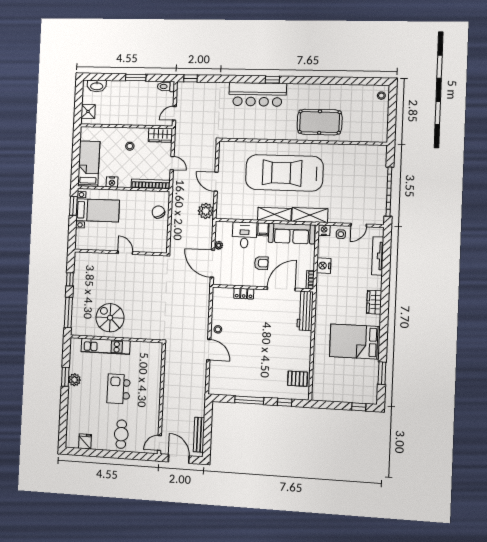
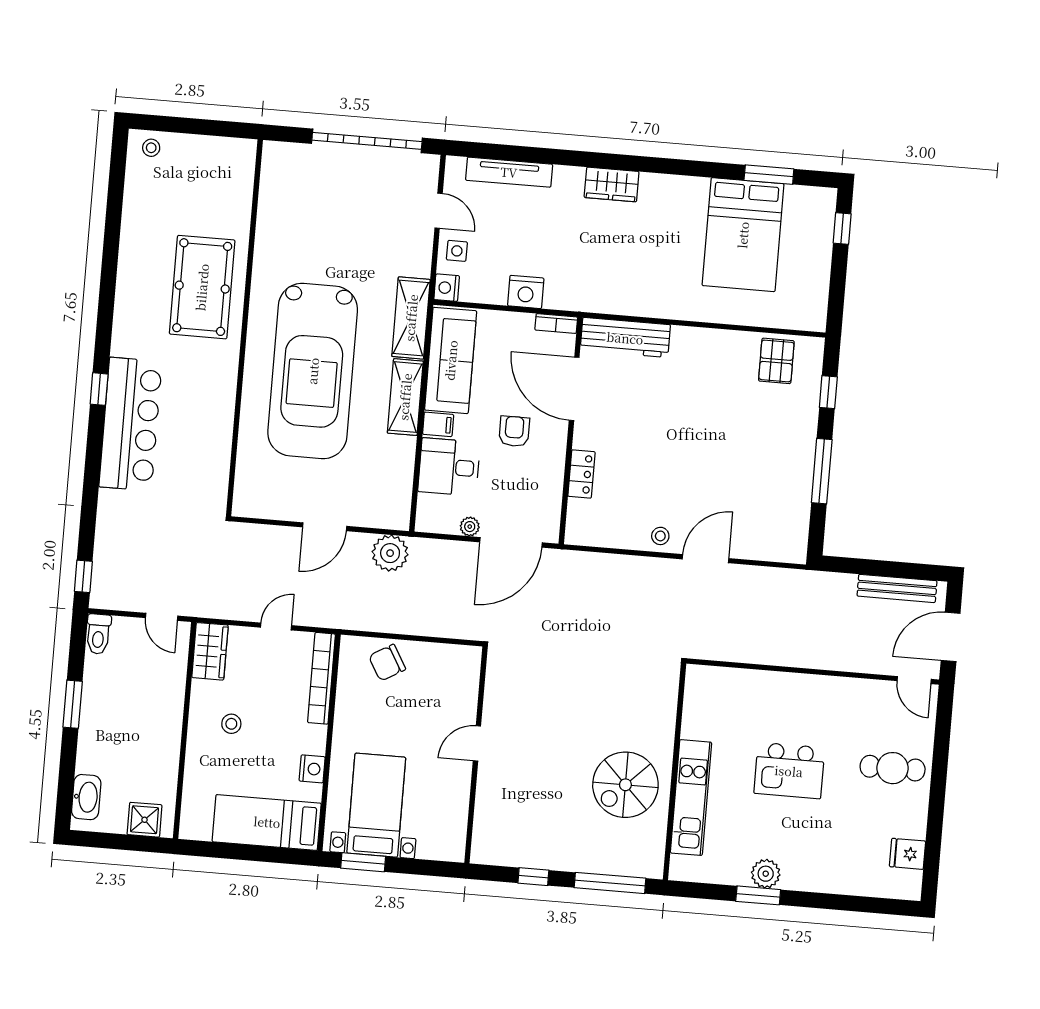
bed: (355, 342) -> (743, 235), moved

